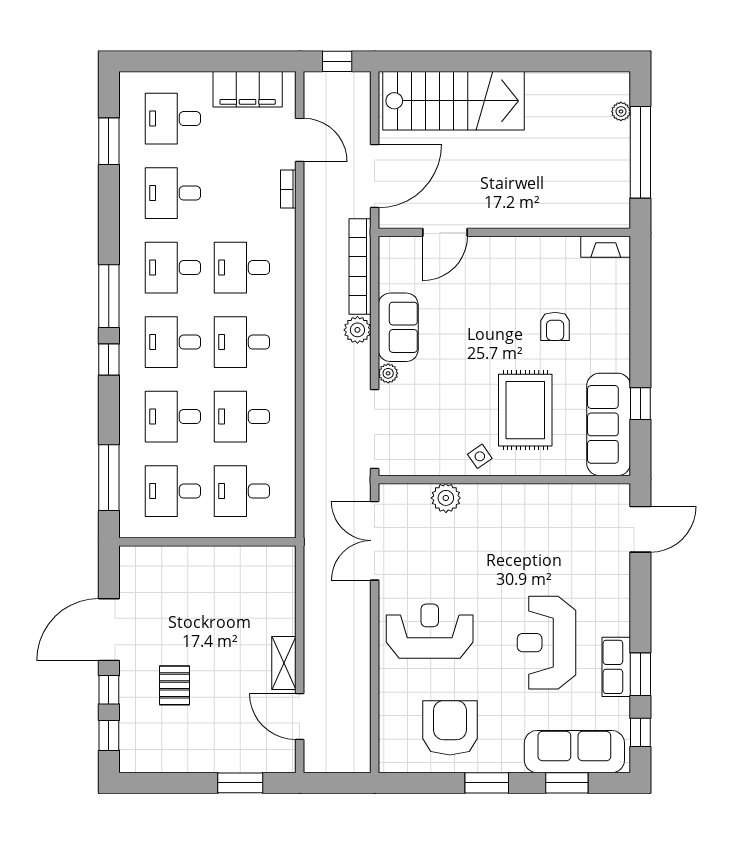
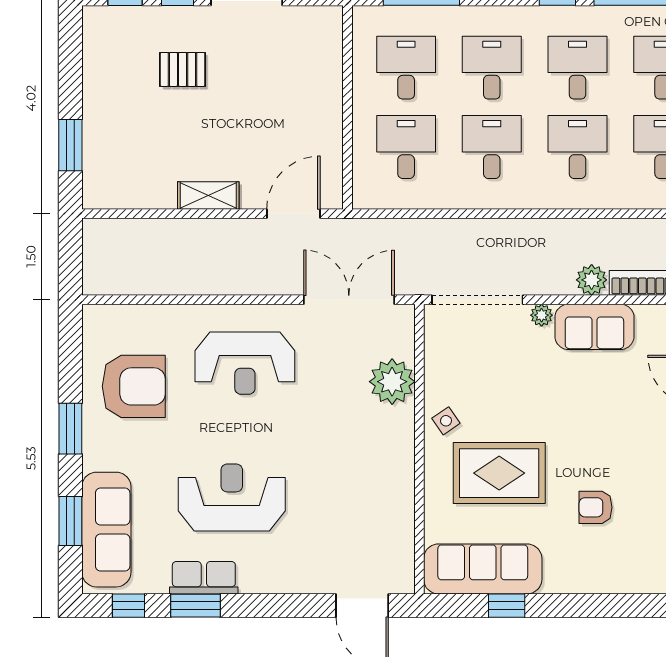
plant: (446, 498) -> (392, 382), width x1.36, depth x1.36
reception desk: (430, 631) -> (245, 363), turned 90
door: (300, 717) -> (293, 214), moved

